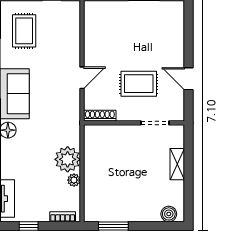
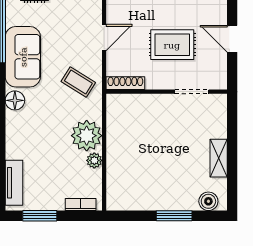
coffee table: (61, 115) -> (78, 82), added
shelving: (177, 164) -> (219, 158), moved
window: (29, 226) -> (40, 216), width x1.50
window: (113, 226) -> (174, 216), moved

